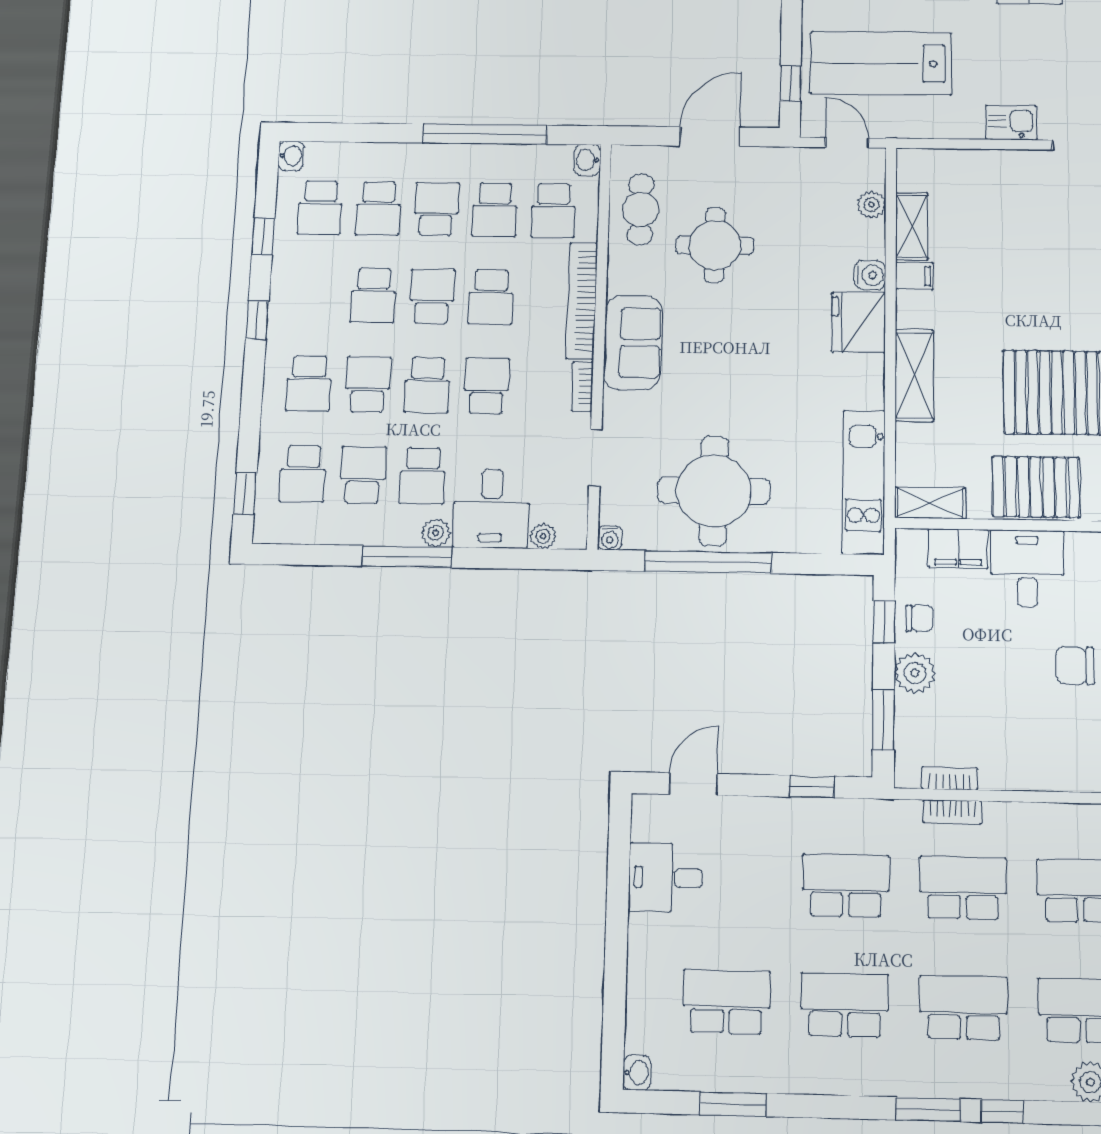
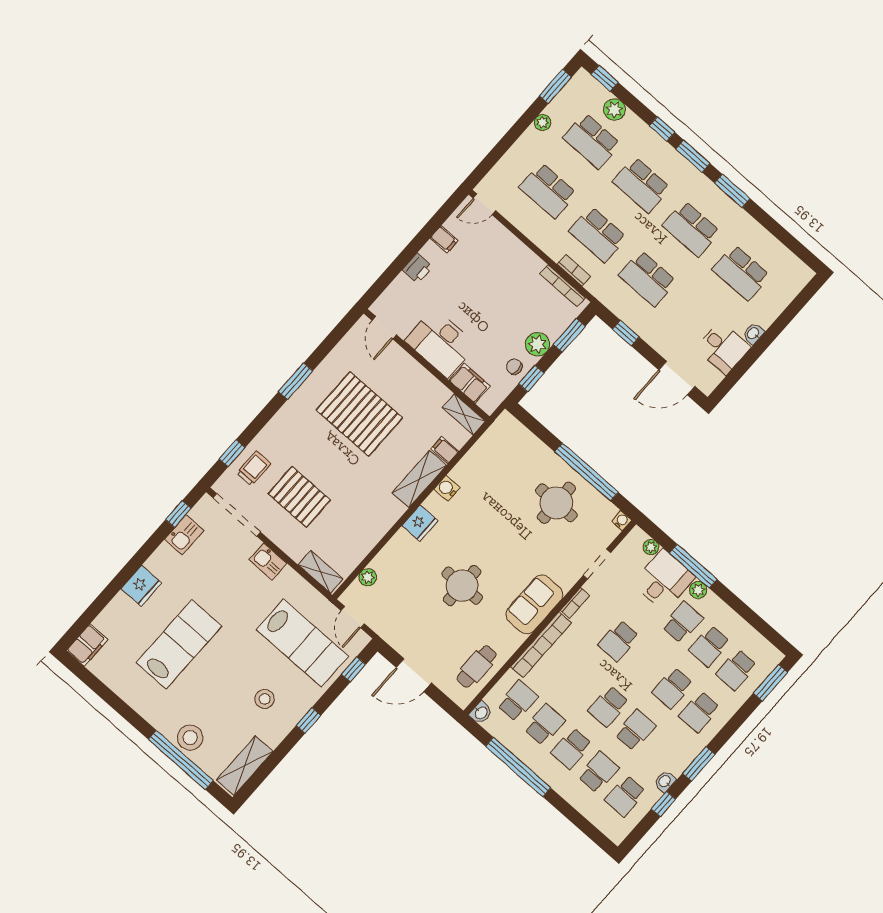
washbasin: (291, 156) -> (665, 781), moved
school desk: (320, 208) -> (625, 796), turned 180
shelving: (912, 226) -> (321, 572), moved, turned 90
round table: (715, 245) -> (462, 586), moved
water cooler: (870, 275) -> (447, 488), moved
filing cabinet: (914, 276) -> (445, 450), moved
school desk: (491, 297) -> (582, 683), removed
window: (257, 320) -> (699, 764), width x1.50
fridge: (858, 322) -> (420, 523), width x0.73, depth x0.75
school desk: (309, 383) -> (699, 712), turned 180
school desk: (427, 385) -> (645, 664), removed
school desk: (303, 474) -> (736, 670), turned 180
kitchen unit: (864, 482) -> (485, 449), removed
pallet: (1036, 487) -> (299, 497), moved
round table: (714, 491) -> (556, 503), width x0.73, depth x0.73
window: (245, 494) -> (770, 683), width x1.50
window: (407, 557) -> (693, 566), moved
desk: (1027, 568) -> (441, 343), width x1.37
chair: (1075, 666) -> (464, 288), removed
bookcase: (950, 778) -> (562, 286), width x1.56
door: (693, 784) -> (677, 378), width x1.38
washbasin: (637, 1073) -> (753, 334), moved
window: (733, 1104) -> (732, 191), moved

